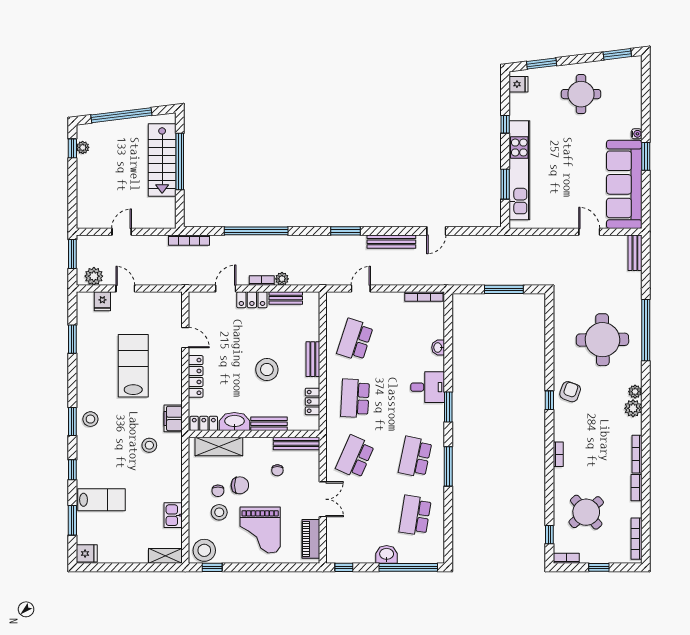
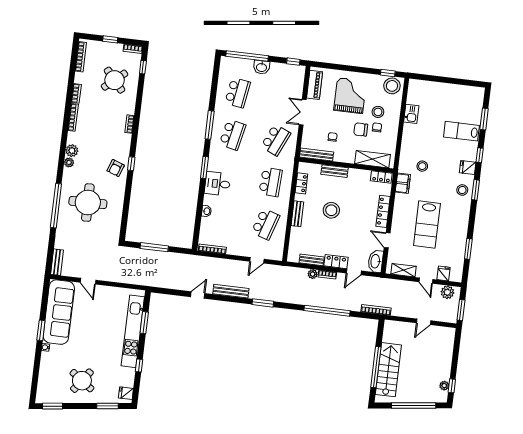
round table: (581, 94) -> (82, 381), turned 36
washbasin: (234, 422) -> (376, 261), moved, turned 90
fridge: (87, 553) -> (468, 168), moved
shelving: (165, 556) -> (404, 270), moved

